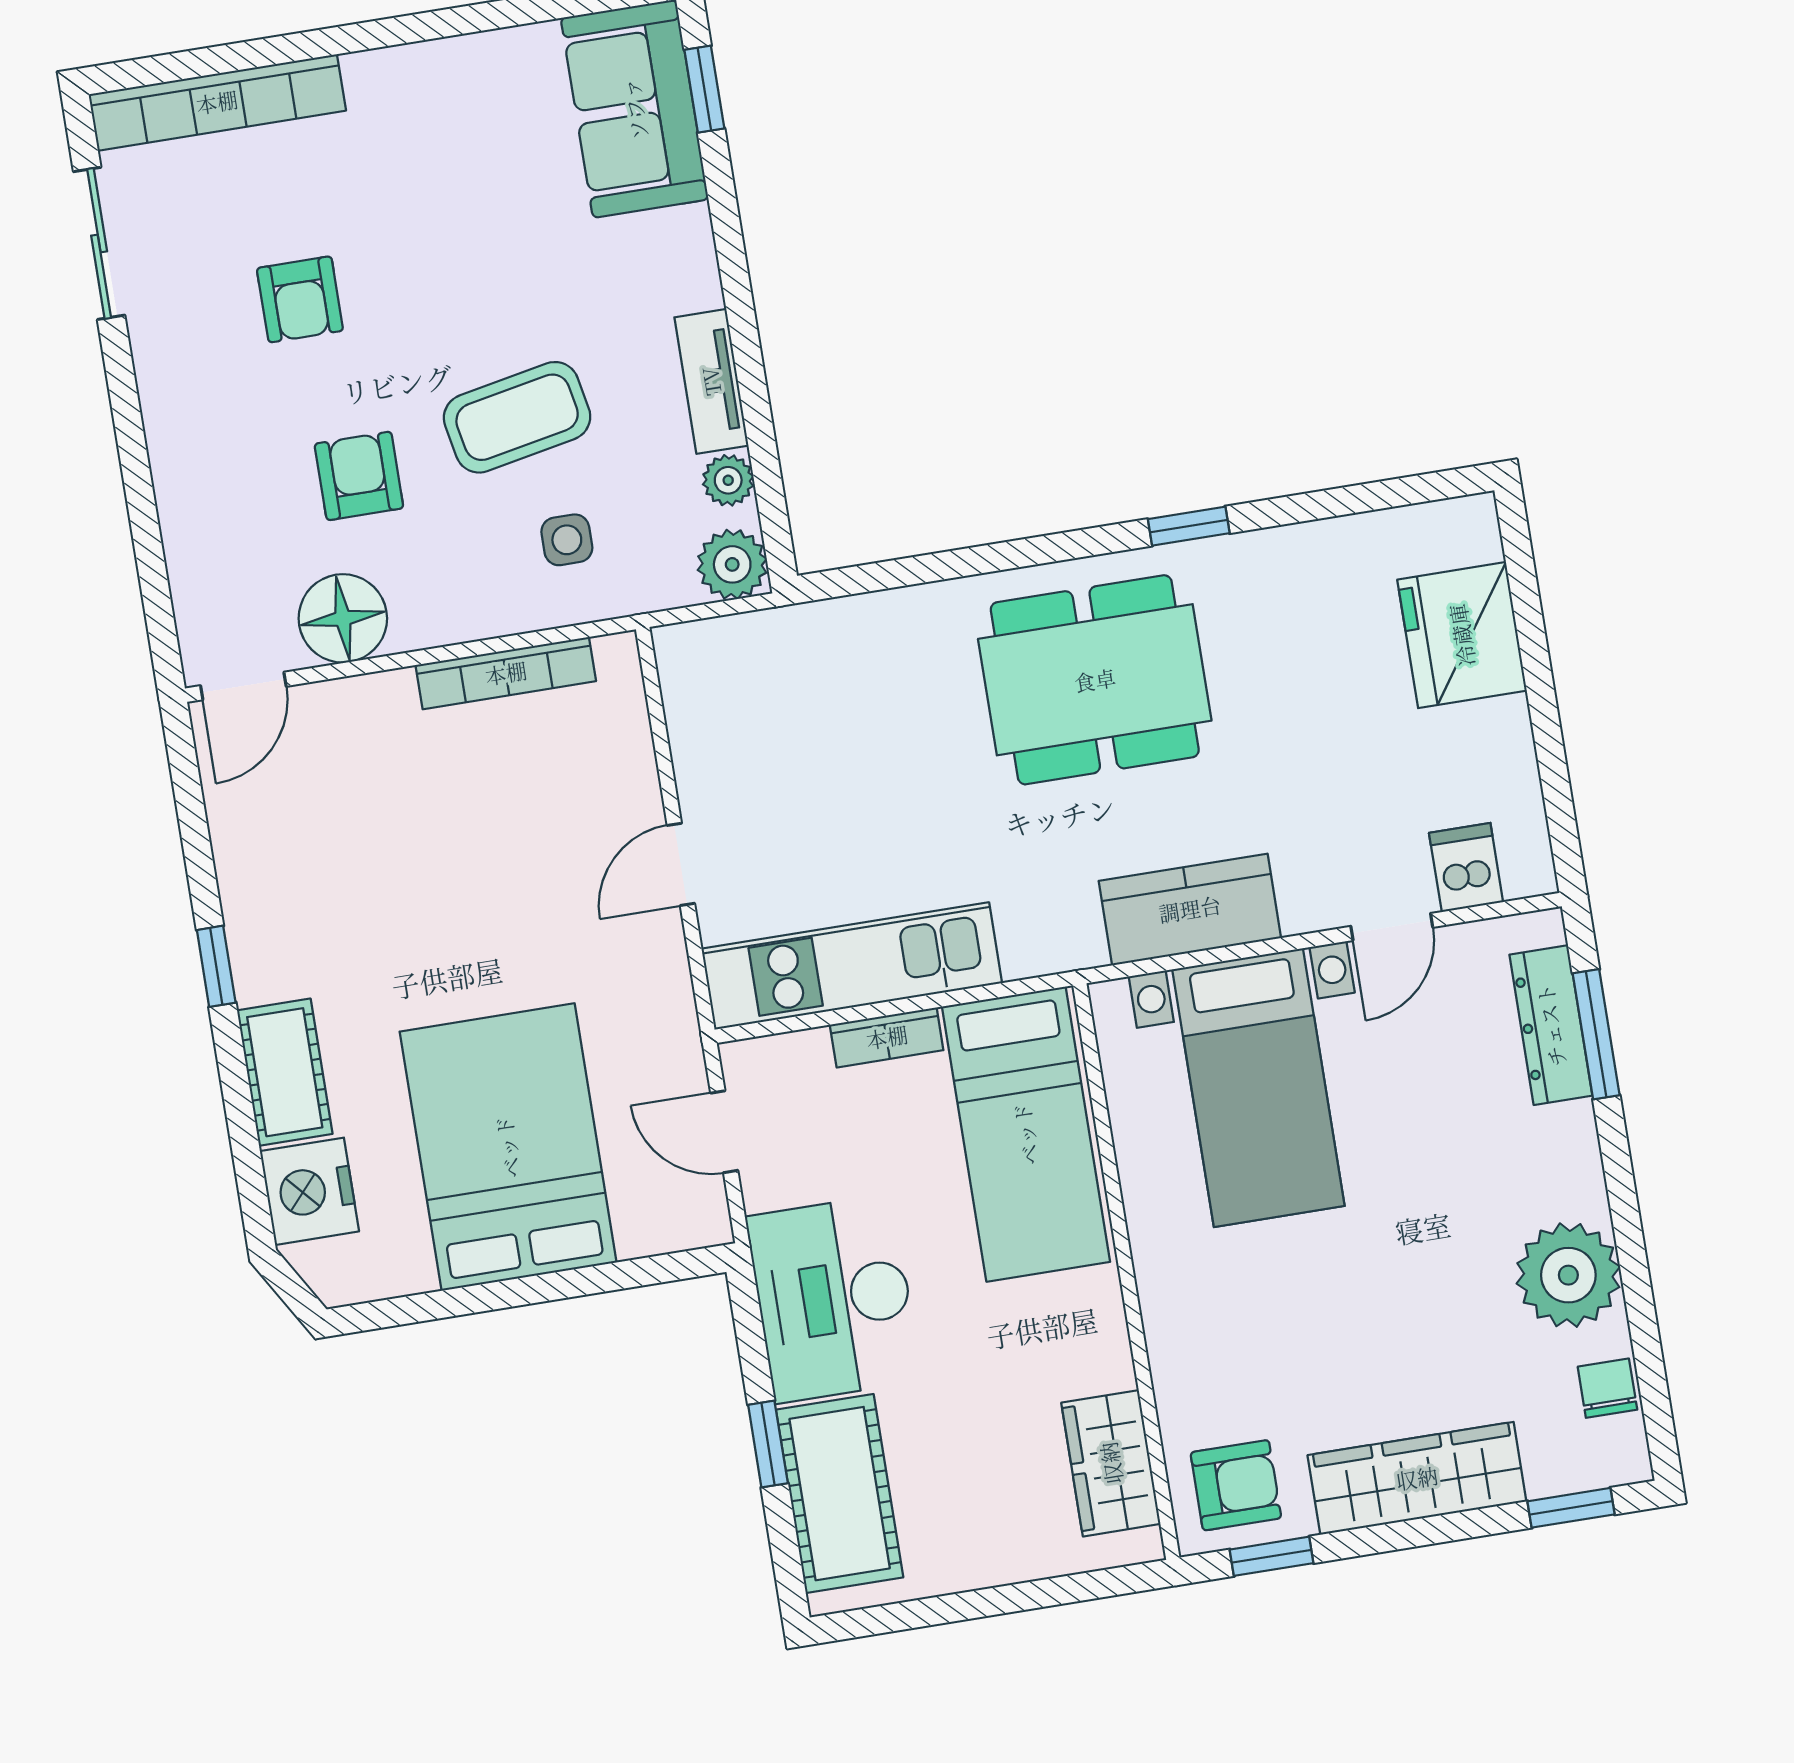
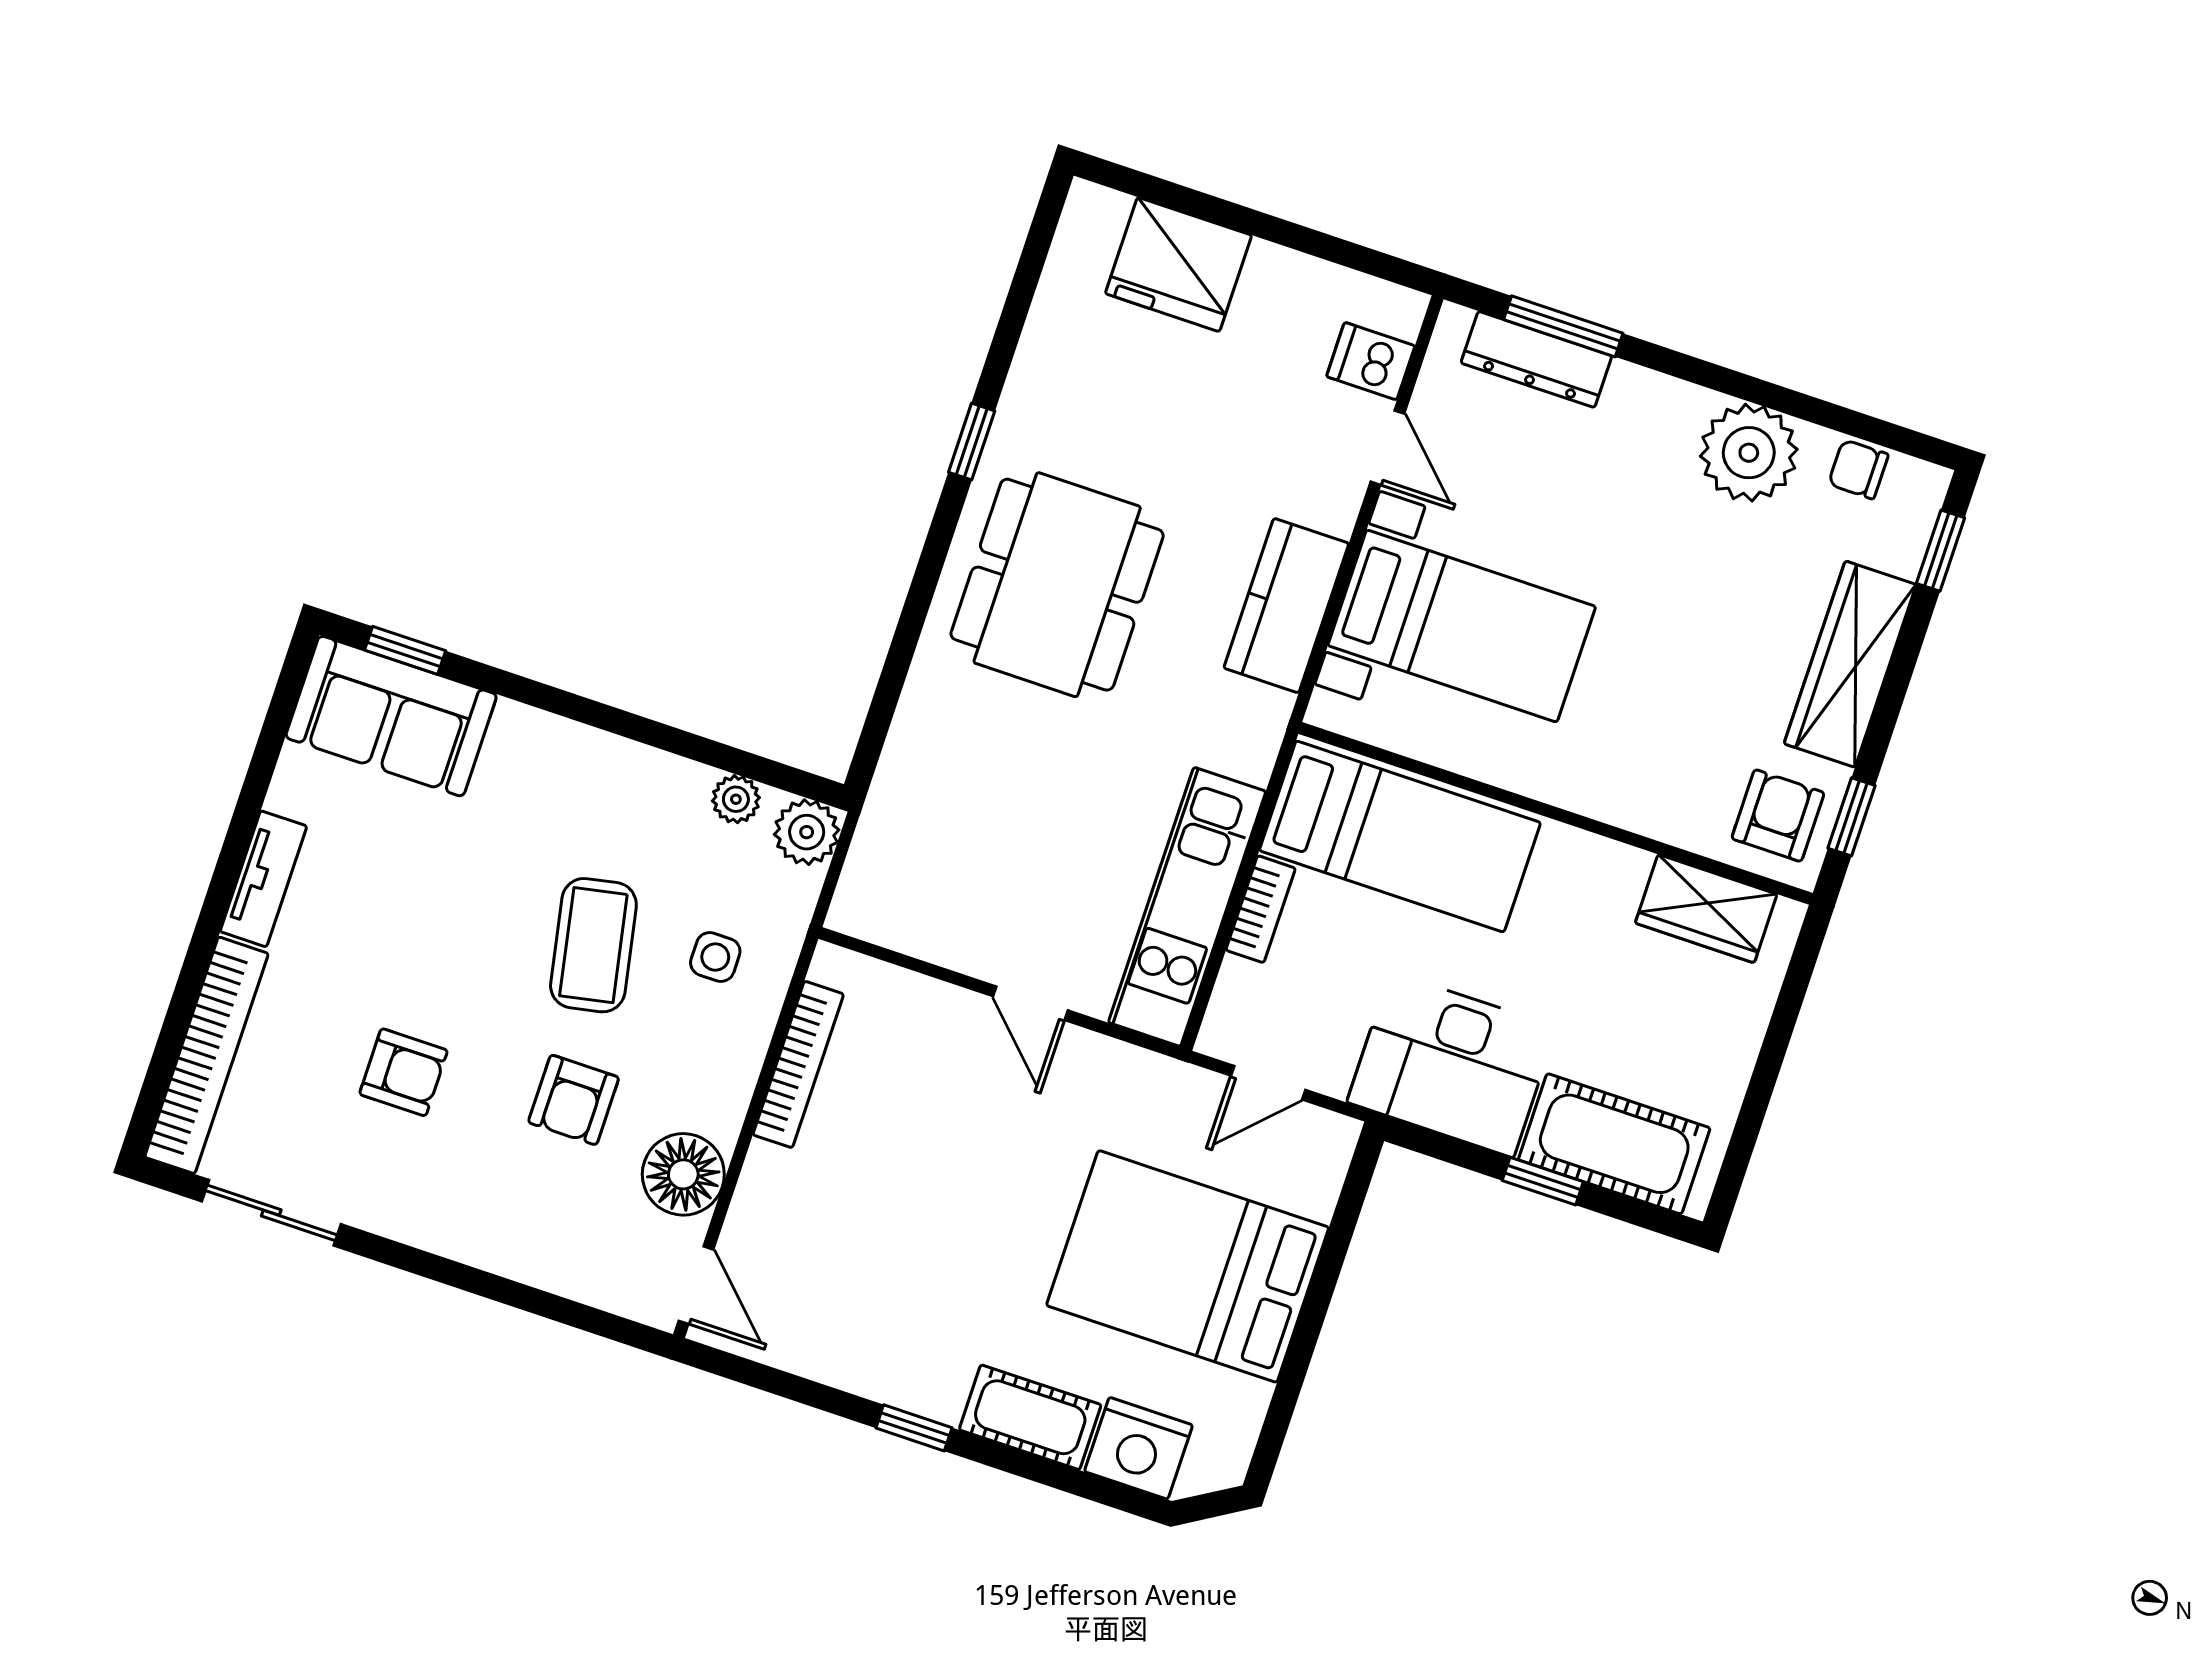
tv unit: (711, 381) -> (263, 879), moved, turned -90
armchair: (359, 476) -> (574, 1100), turned -90

